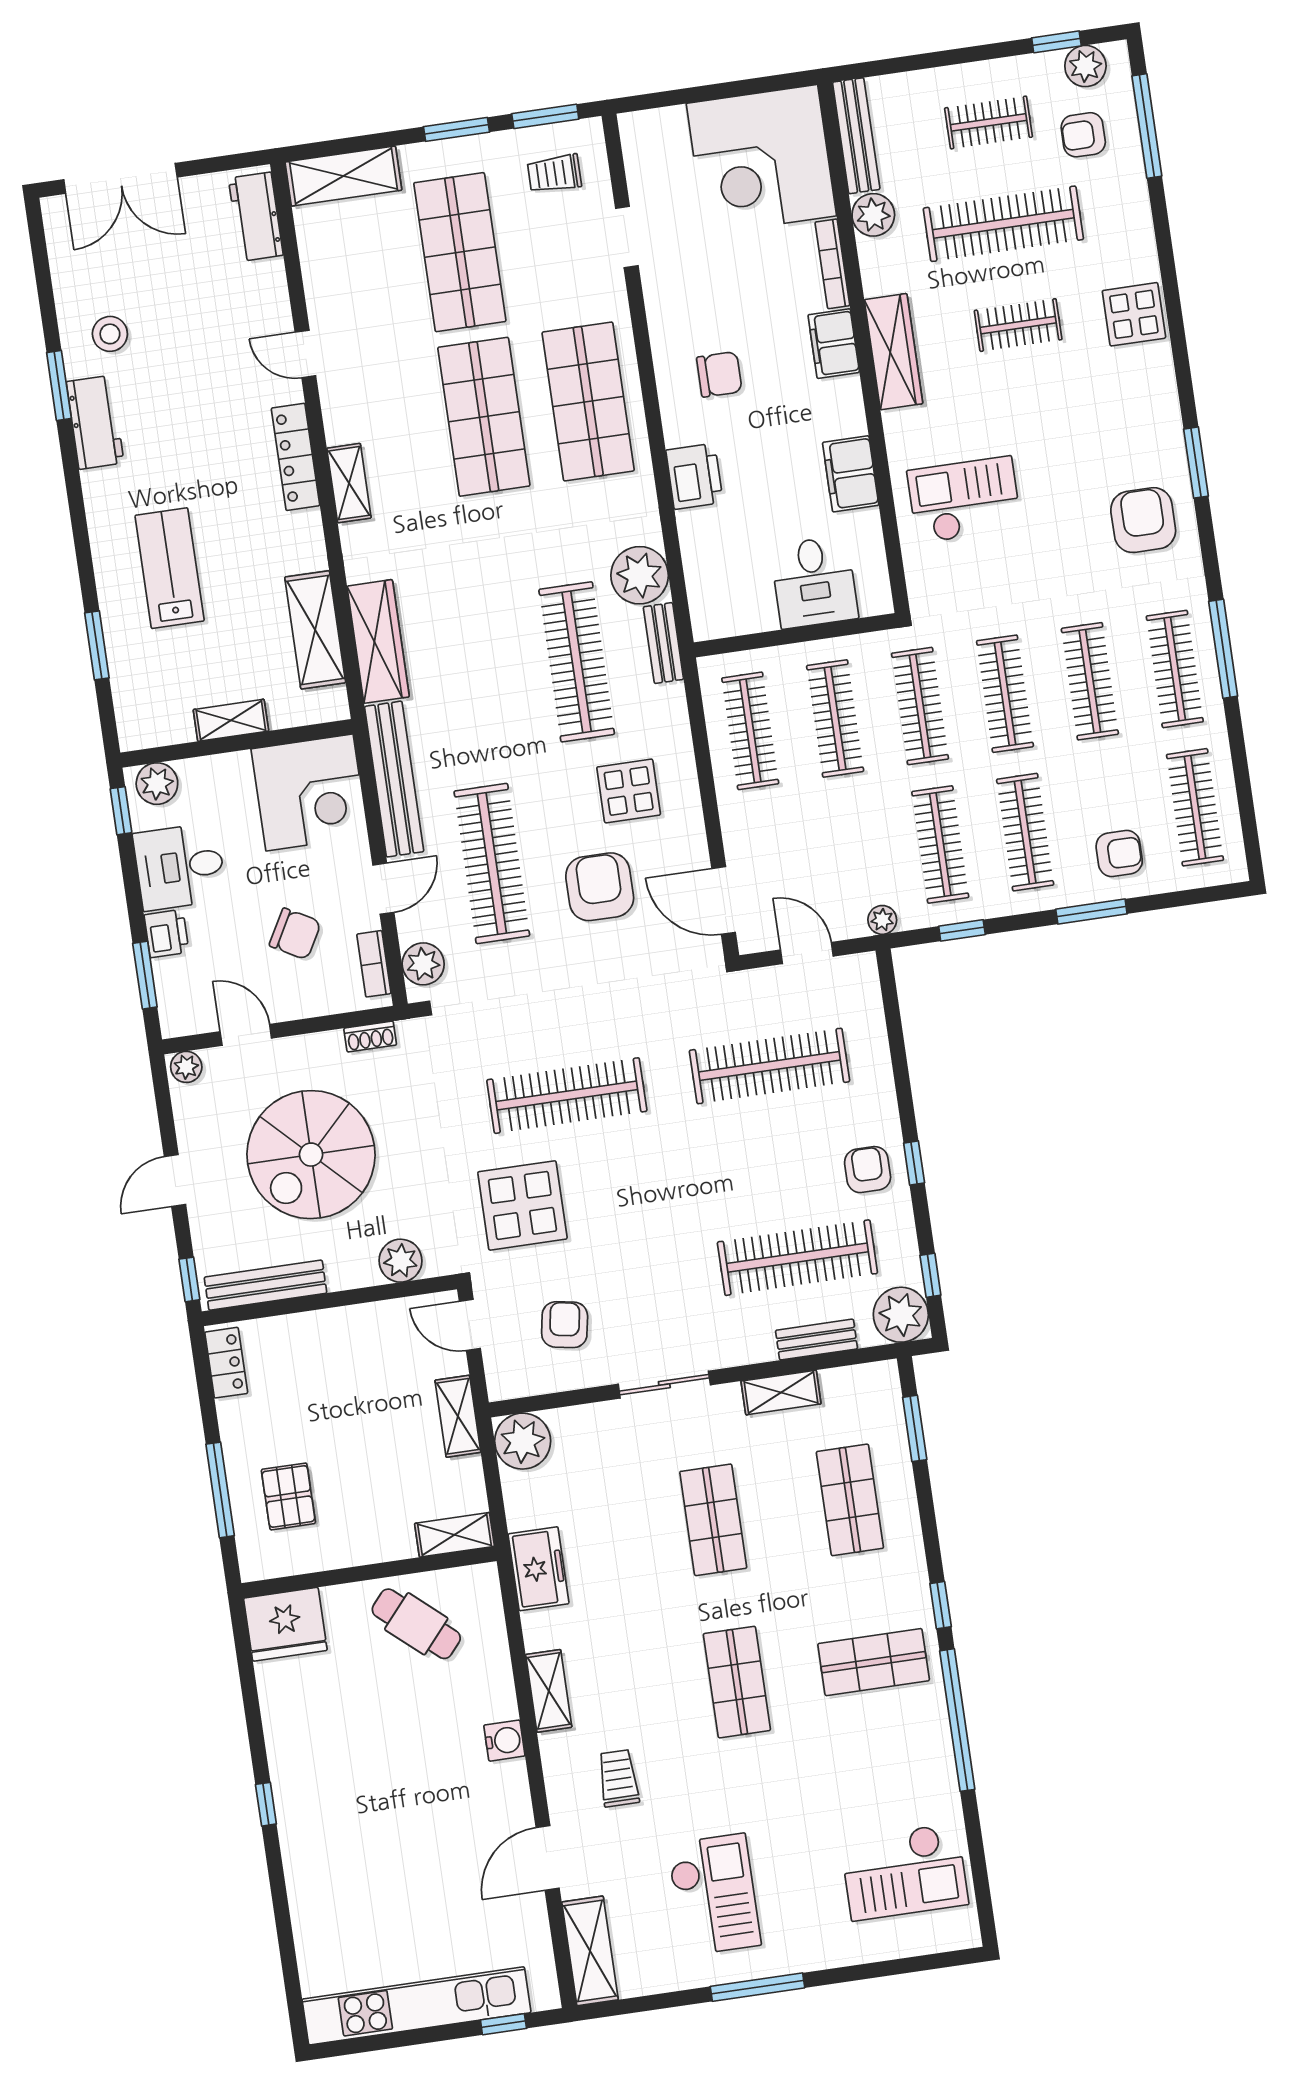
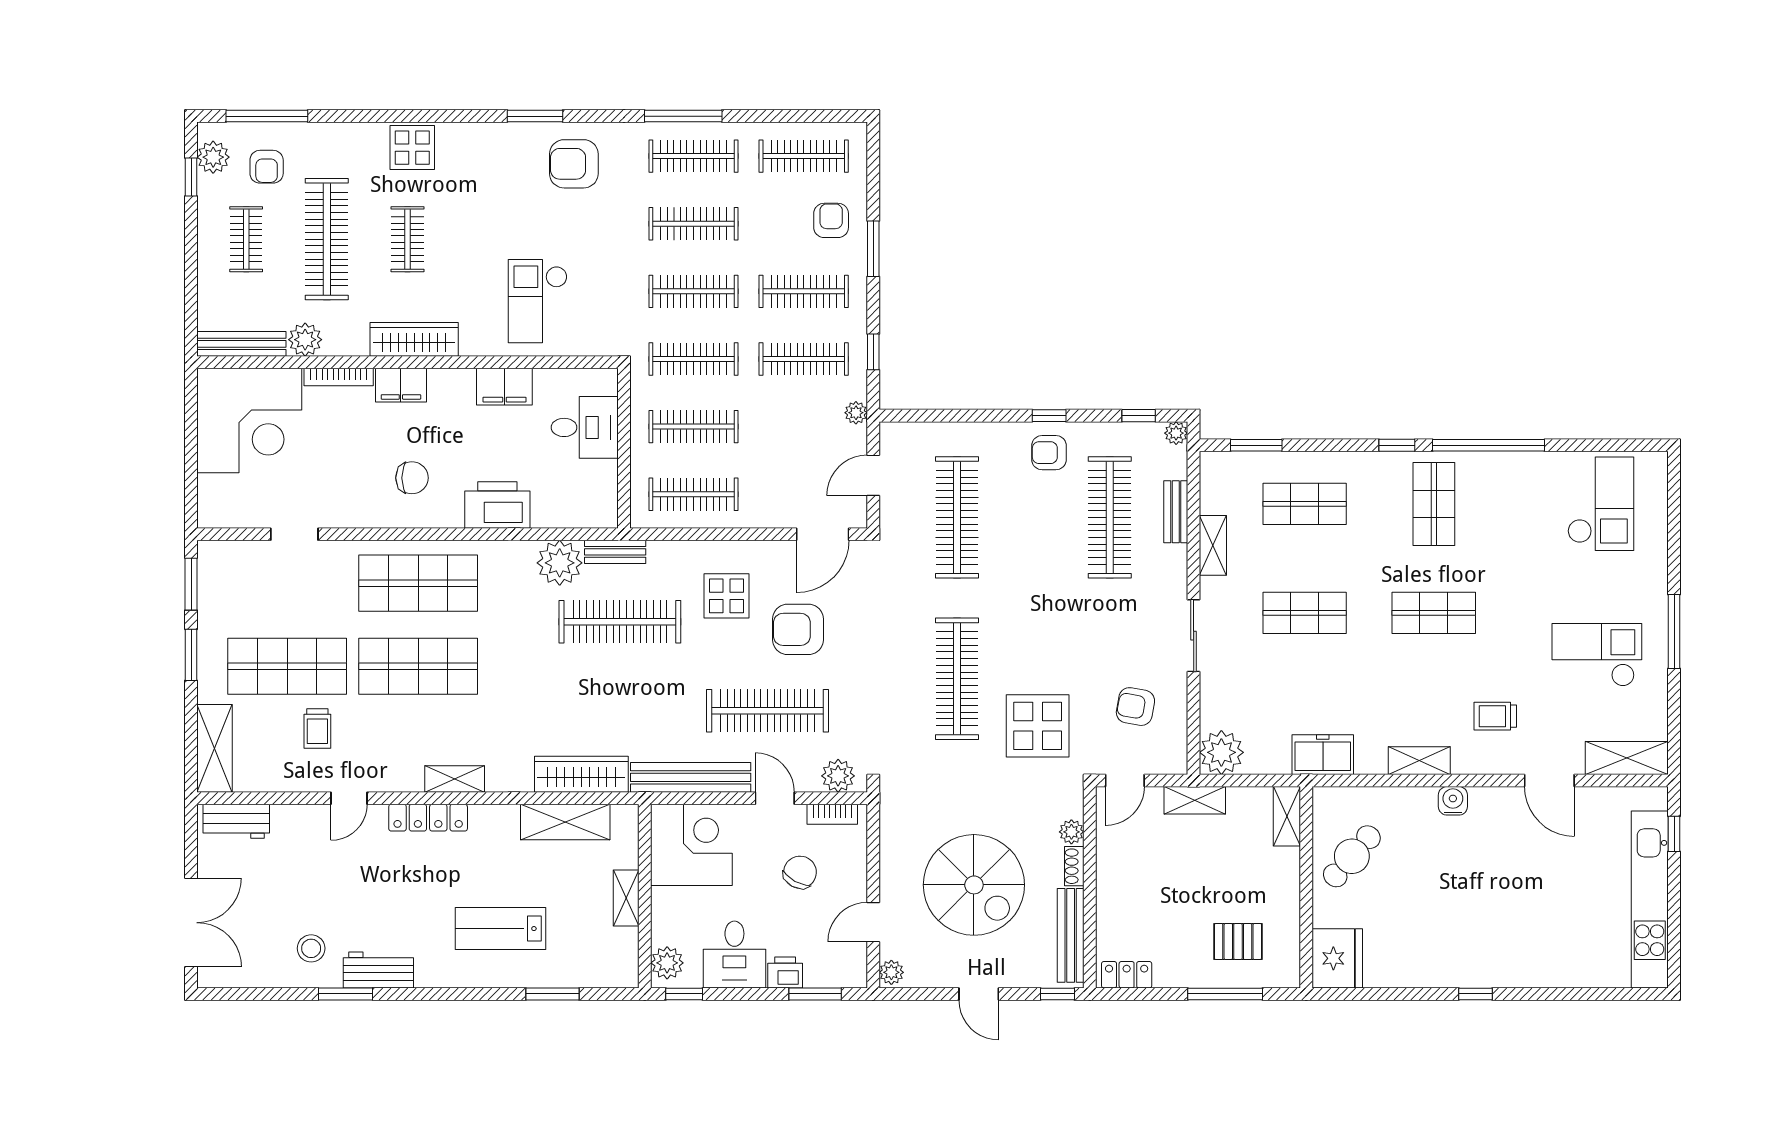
trolley: (554, 174) -> (317, 728), moved
chair: (719, 374) -> (412, 478), turned 90
printer: (694, 476) -> (497, 505), width x1.37, depth x1.19
shoe rack: (370, 1037) -> (1074, 866), moved, turned 180
plant: (401, 1261) -> (1071, 832), width x0.73, depth x0.73
plant: (901, 1315) -> (1176, 433), width x0.53, depth x0.53

